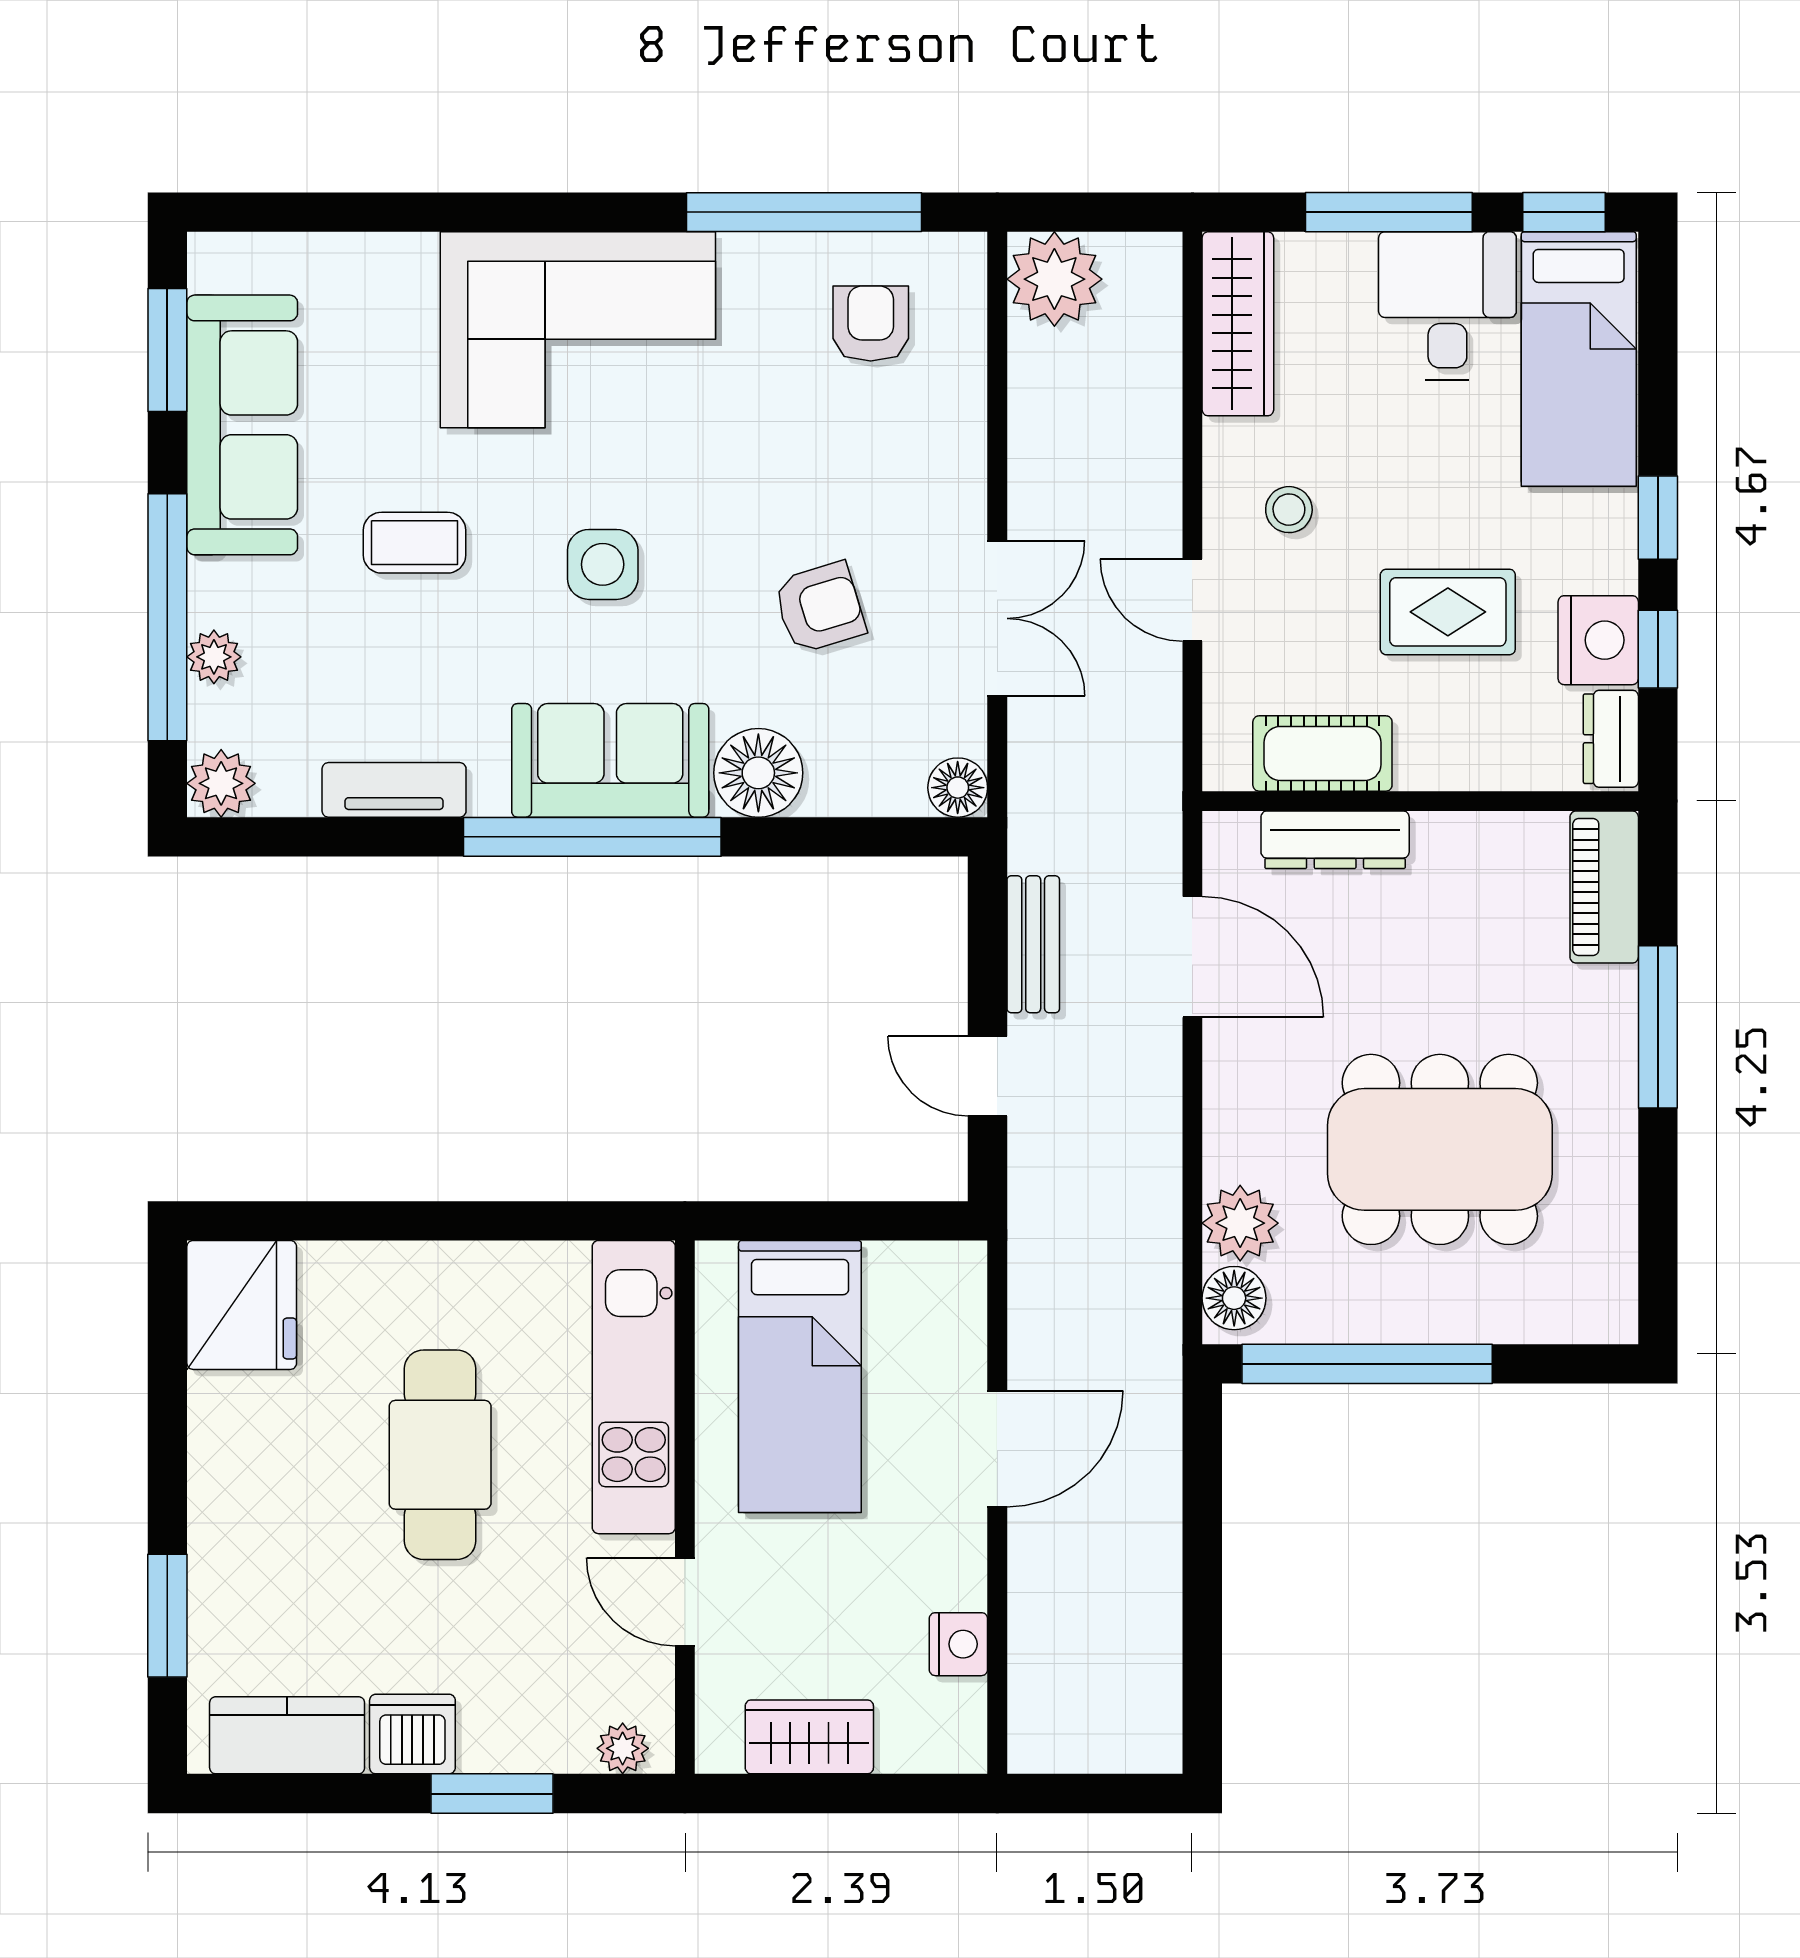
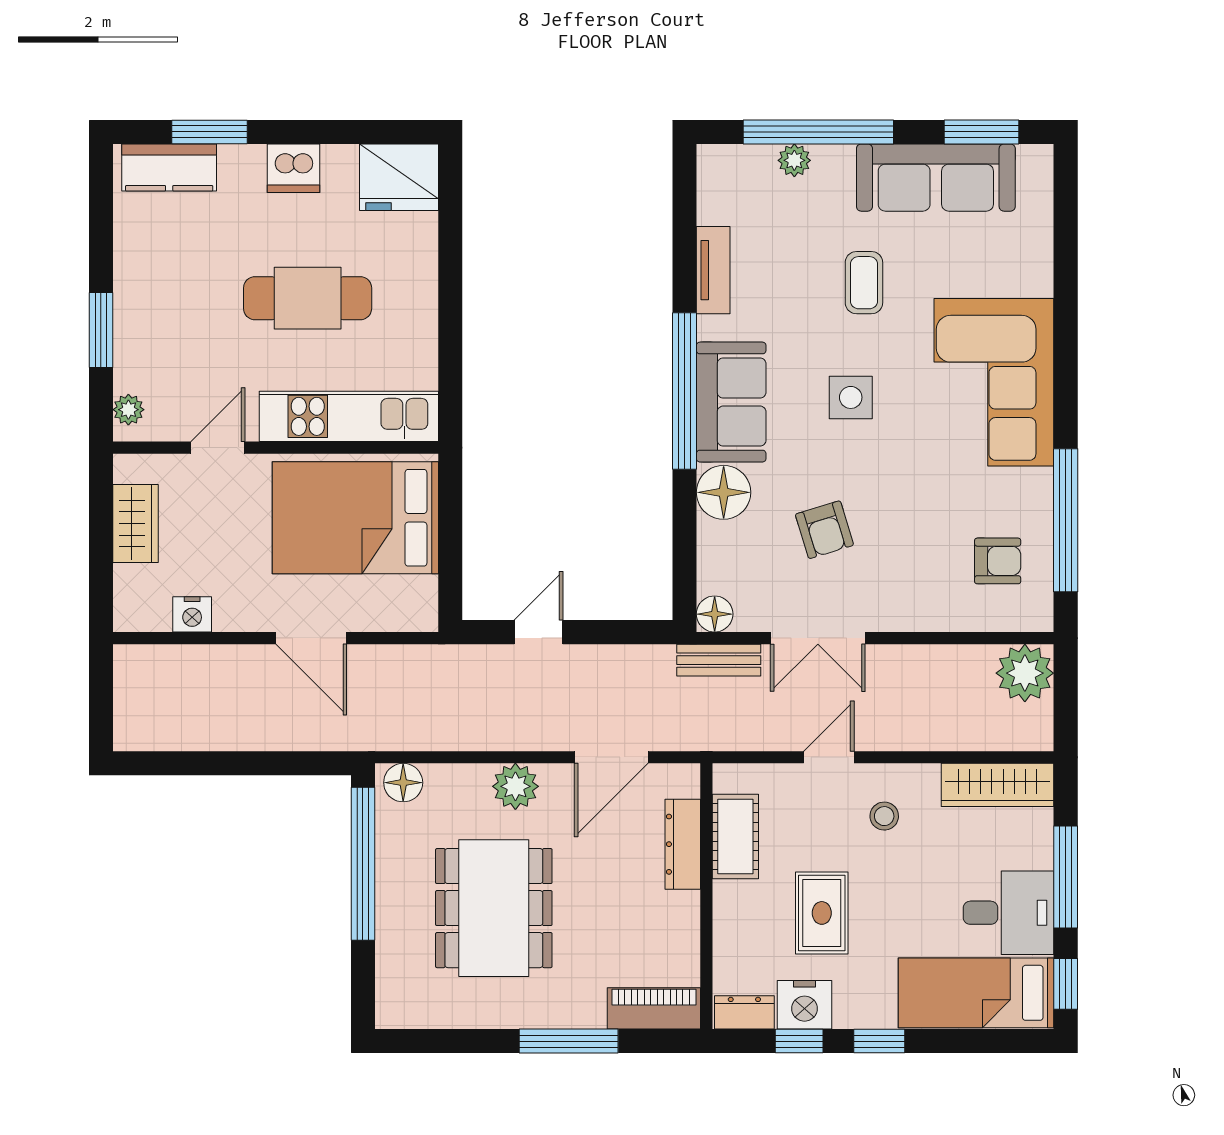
plant: (221, 783) -> (717, 165), removed
bench: (1033, 944) -> (719, 660), moved
plant: (1240, 1223) -> (515, 786), moved
bed: (800, 1376) -> (355, 518), width x1.50
dishwasher: (412, 1734) -> (293, 168), moved, turned 90
kitchen counter: (287, 1735) -> (169, 167), moved, turned 90

